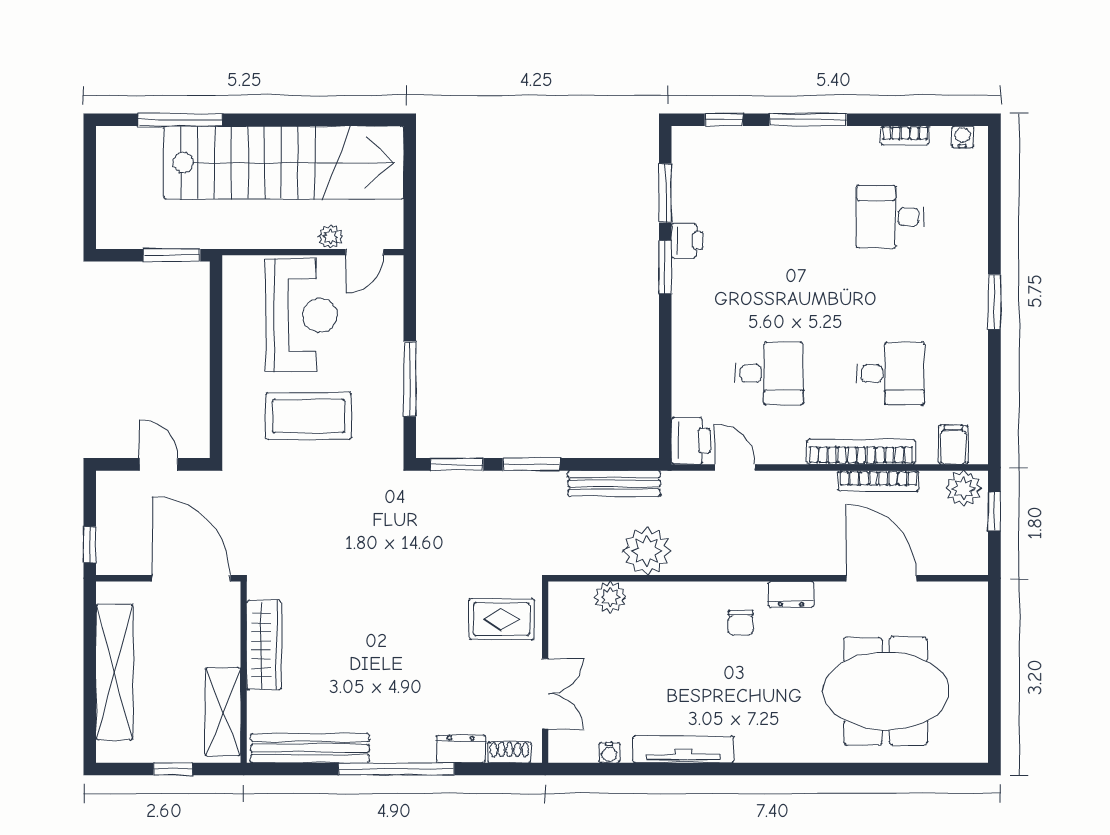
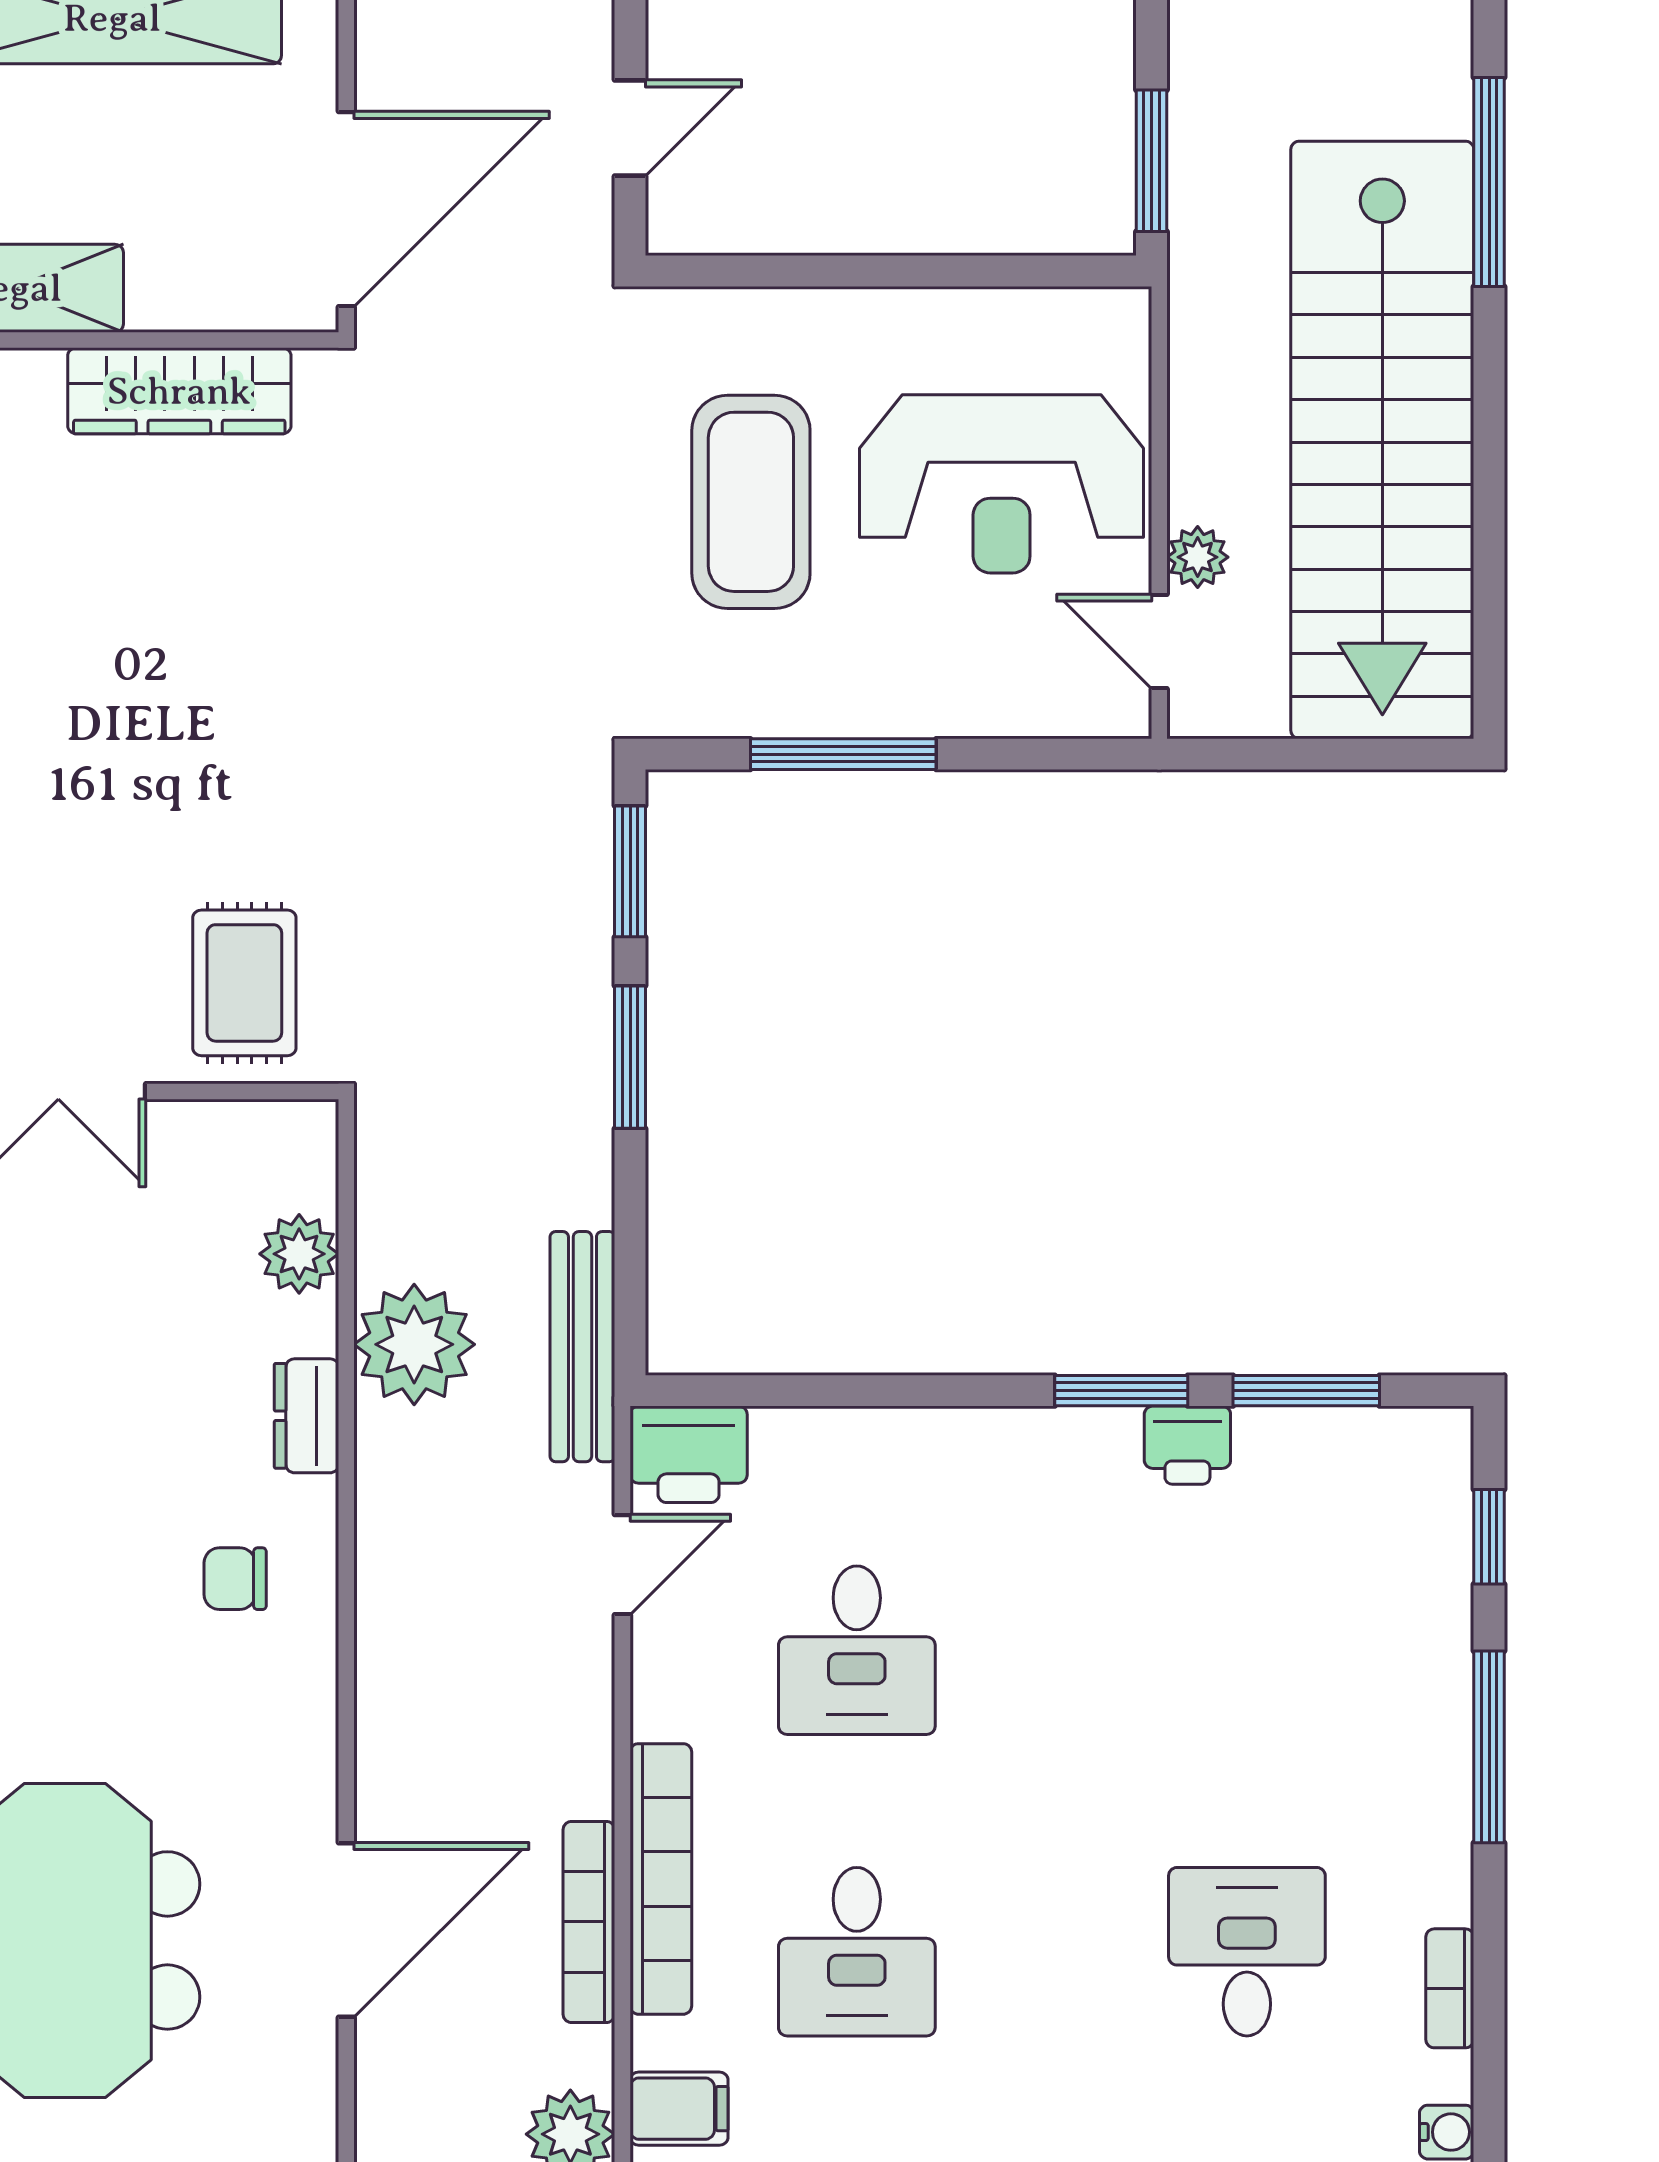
bench: (614, 483) -> (582, 1347), moved
dresser: (791, 594) -> (307, 1416), moved

